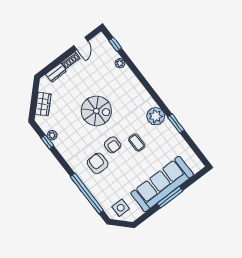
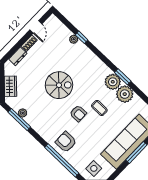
window: (115, 44) -> (82, 37), moved
window: (176, 124) -> (123, 77), moved
plant: (167, 132) -> (125, 94), added
window: (47, 142) -> (19, 119), width x2.17
armchair: (98, 163) -> (66, 142), moved

